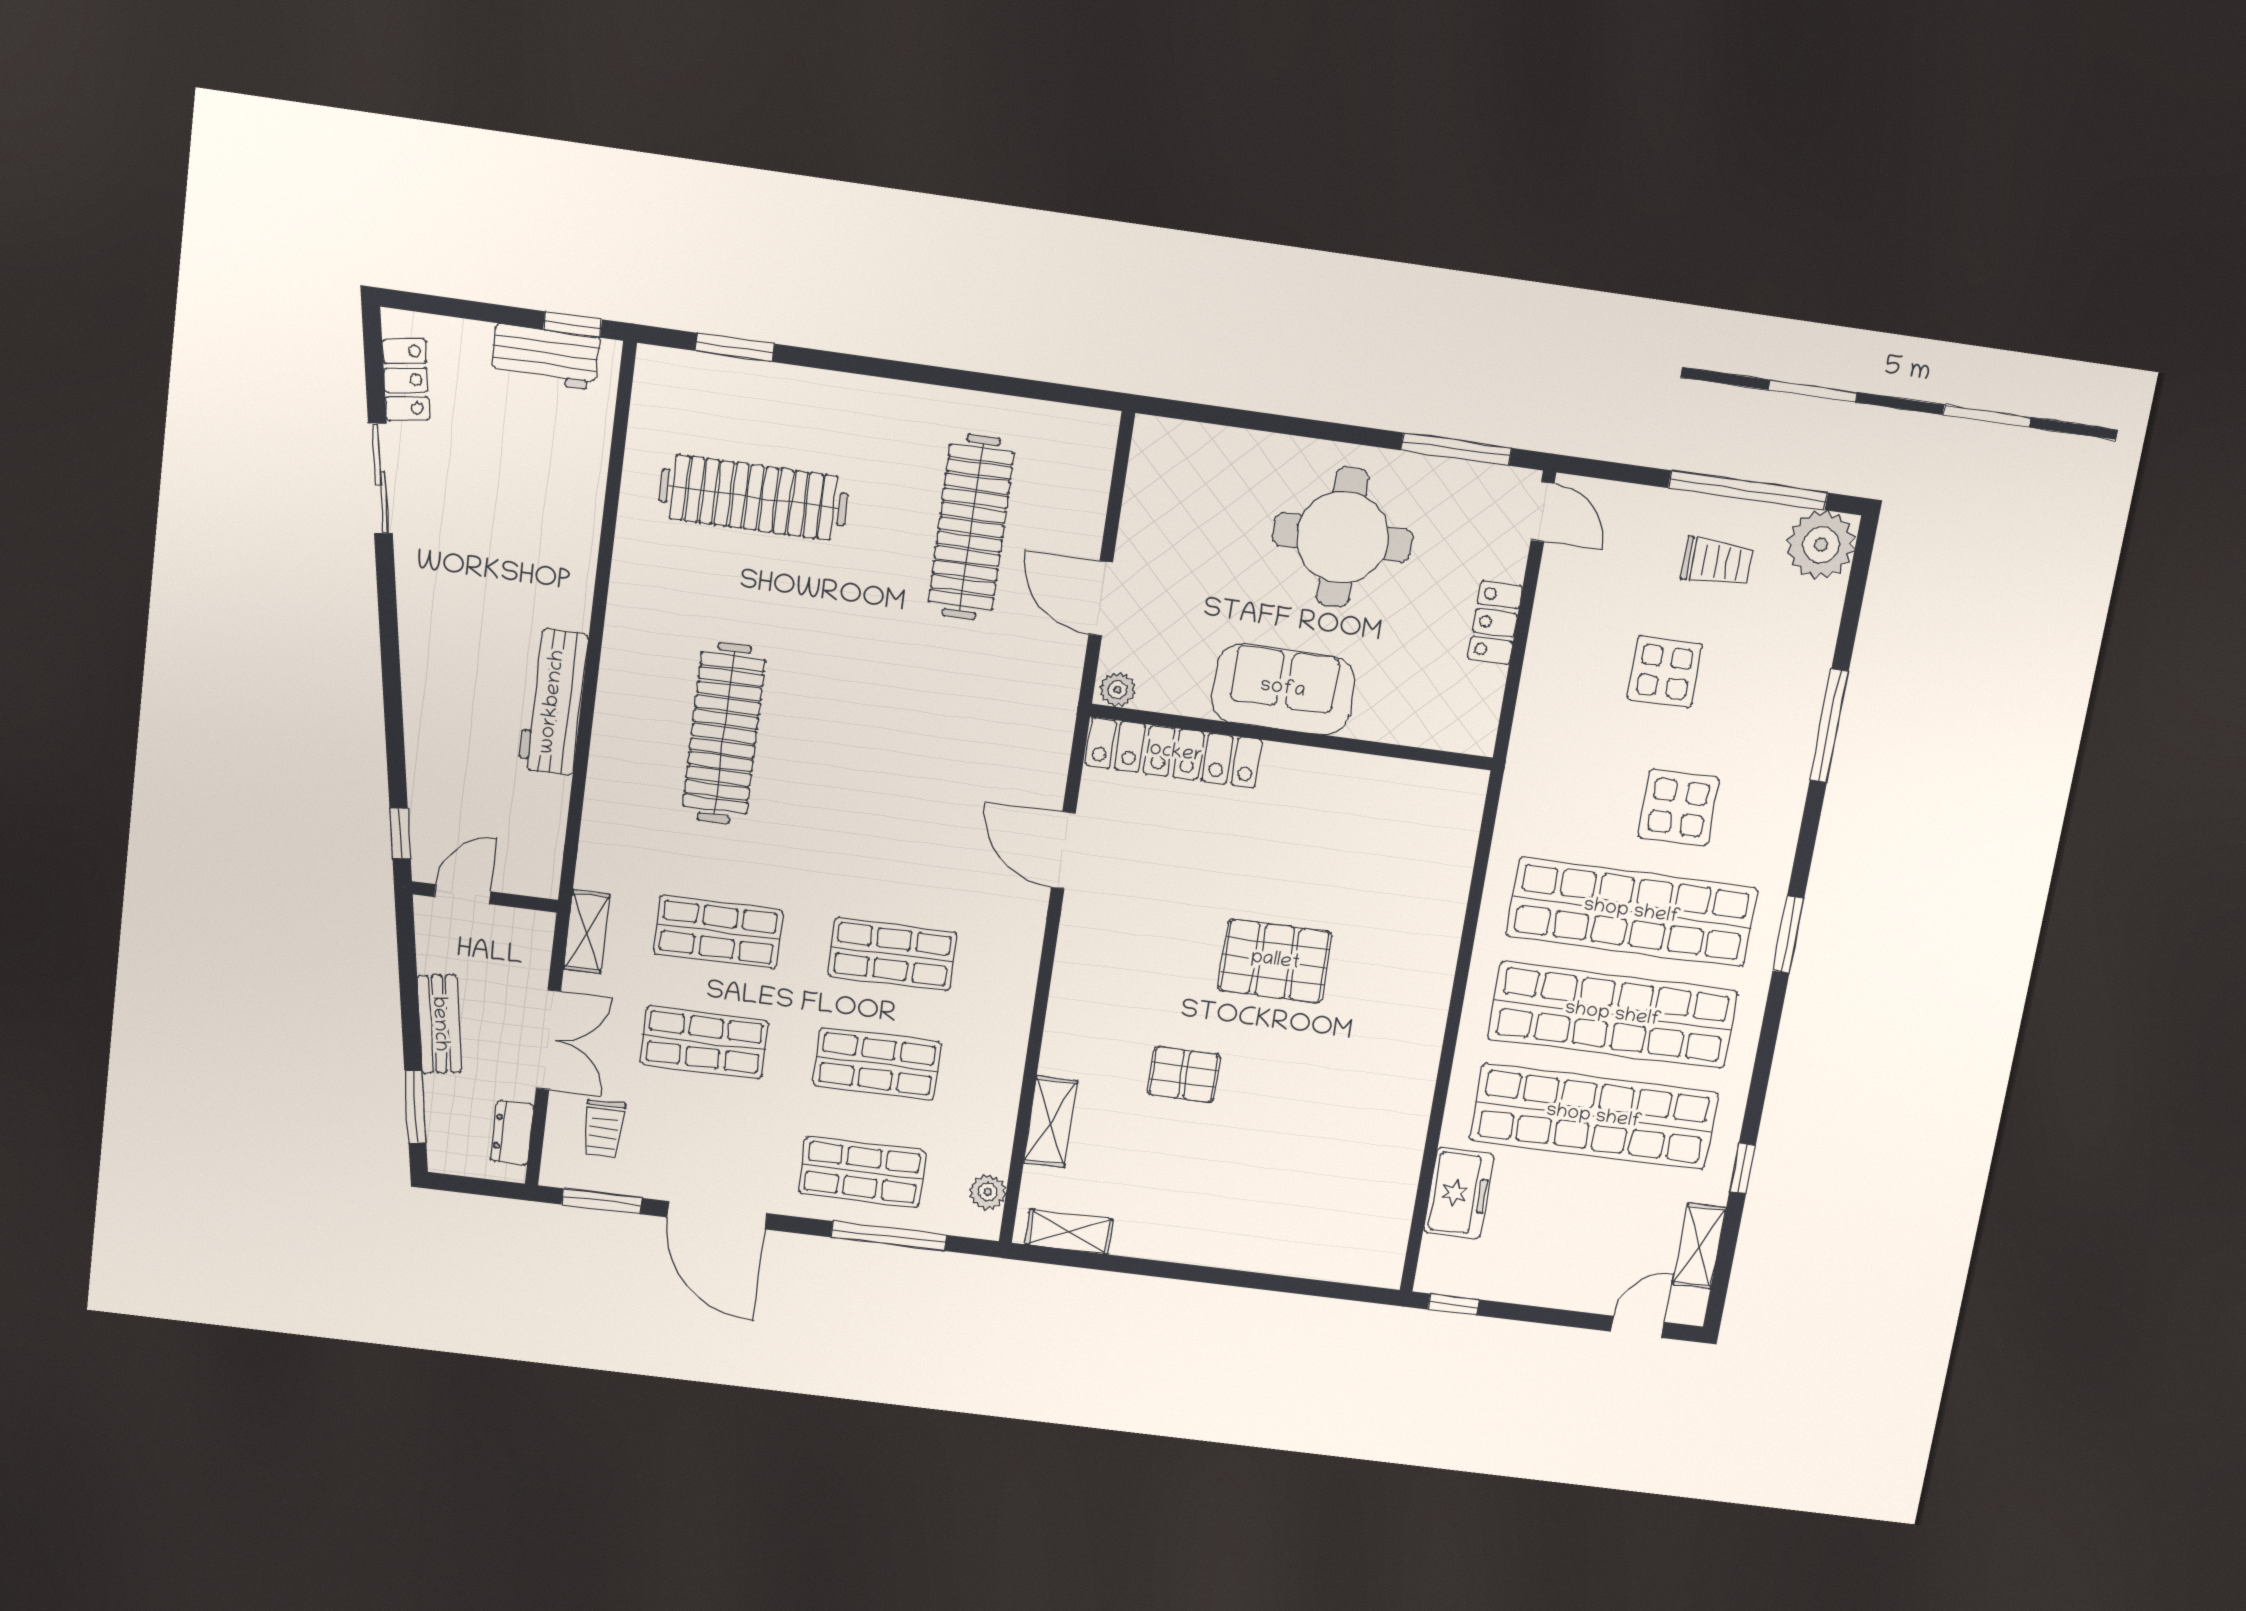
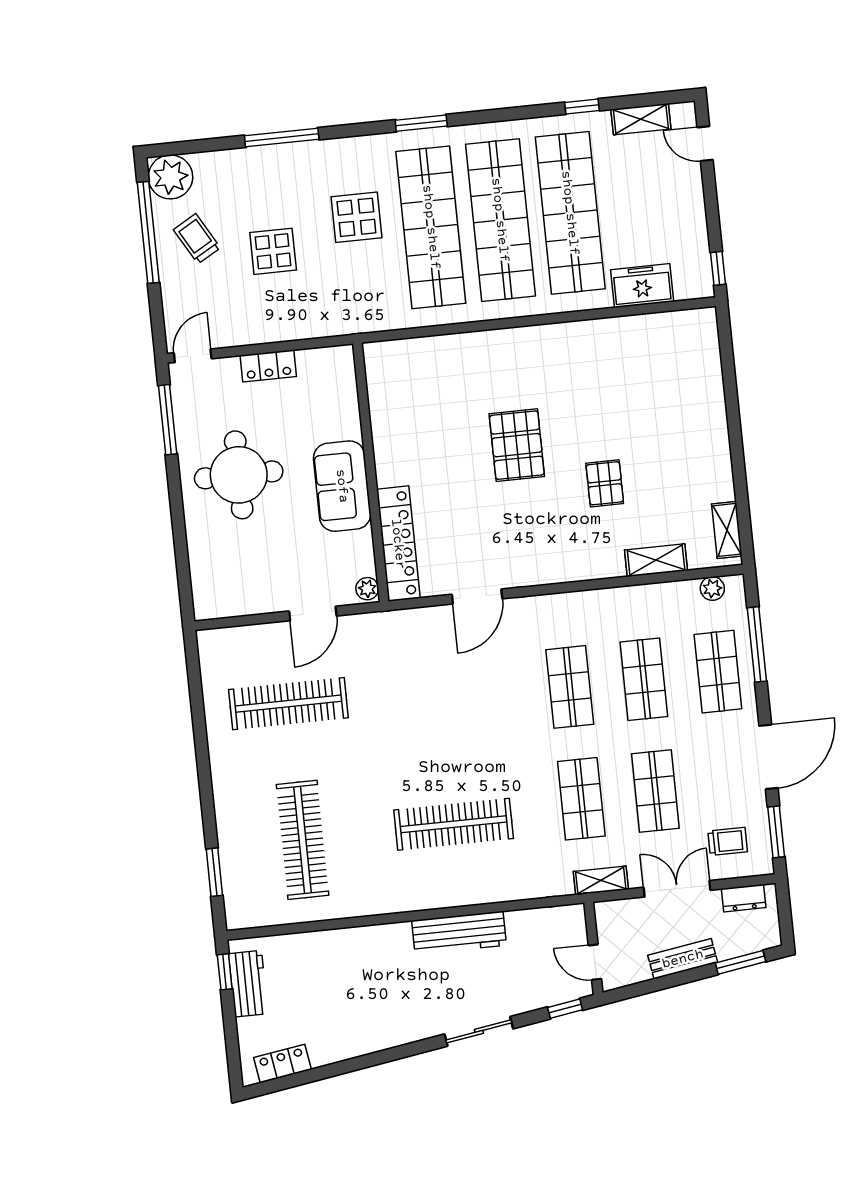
sliding door: (380, 478) -> (479, 1031), moved
trolley: (1717, 562) -> (197, 239), turned -30

